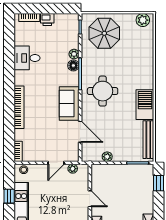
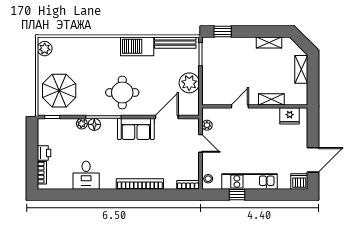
plant: (107, 157) -> (189, 83), width x1.88, depth x1.88

